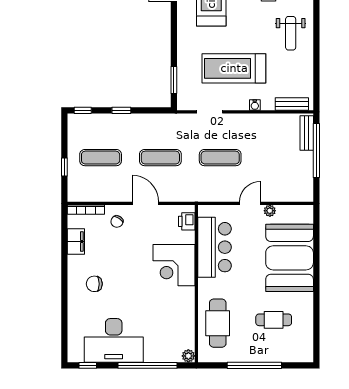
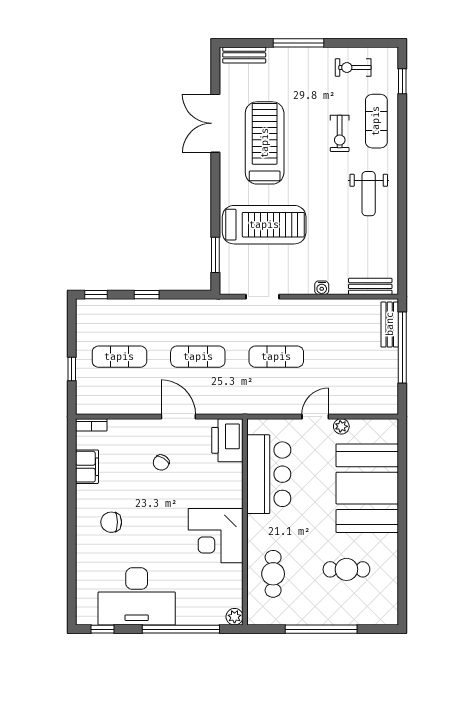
treadmill: (234, 68) -> (264, 225), moved, turned 180
bookcase: (86, 210) -> (91, 425), width x0.64
printer: (187, 221) -> (227, 440), width x1.87, depth x1.48
chair: (117, 222) -> (161, 463), moved
corner desk: (174, 265) -> (216, 536), moved
cafe table: (218, 323) -> (273, 574), width x0.73, depth x0.74

